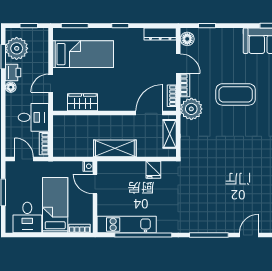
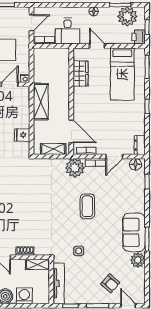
dresser: (160, 34) -> (140, 145), width x0.70
printer: (13, 73) -> (139, 37), moved, turned 90
coffee table: (236, 94) -> (87, 206), width x0.73, depth x0.76

